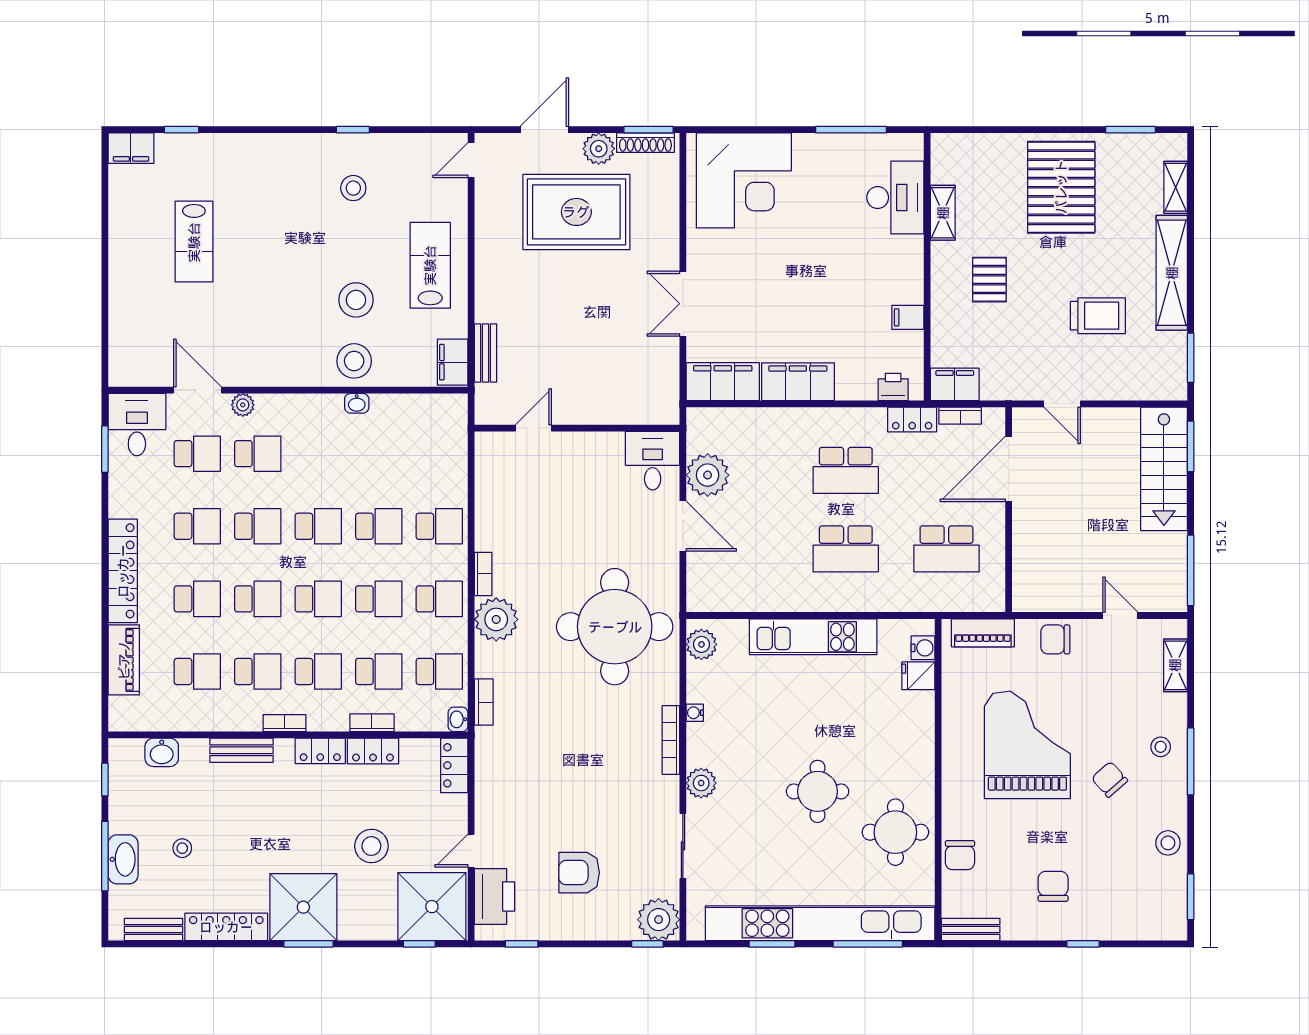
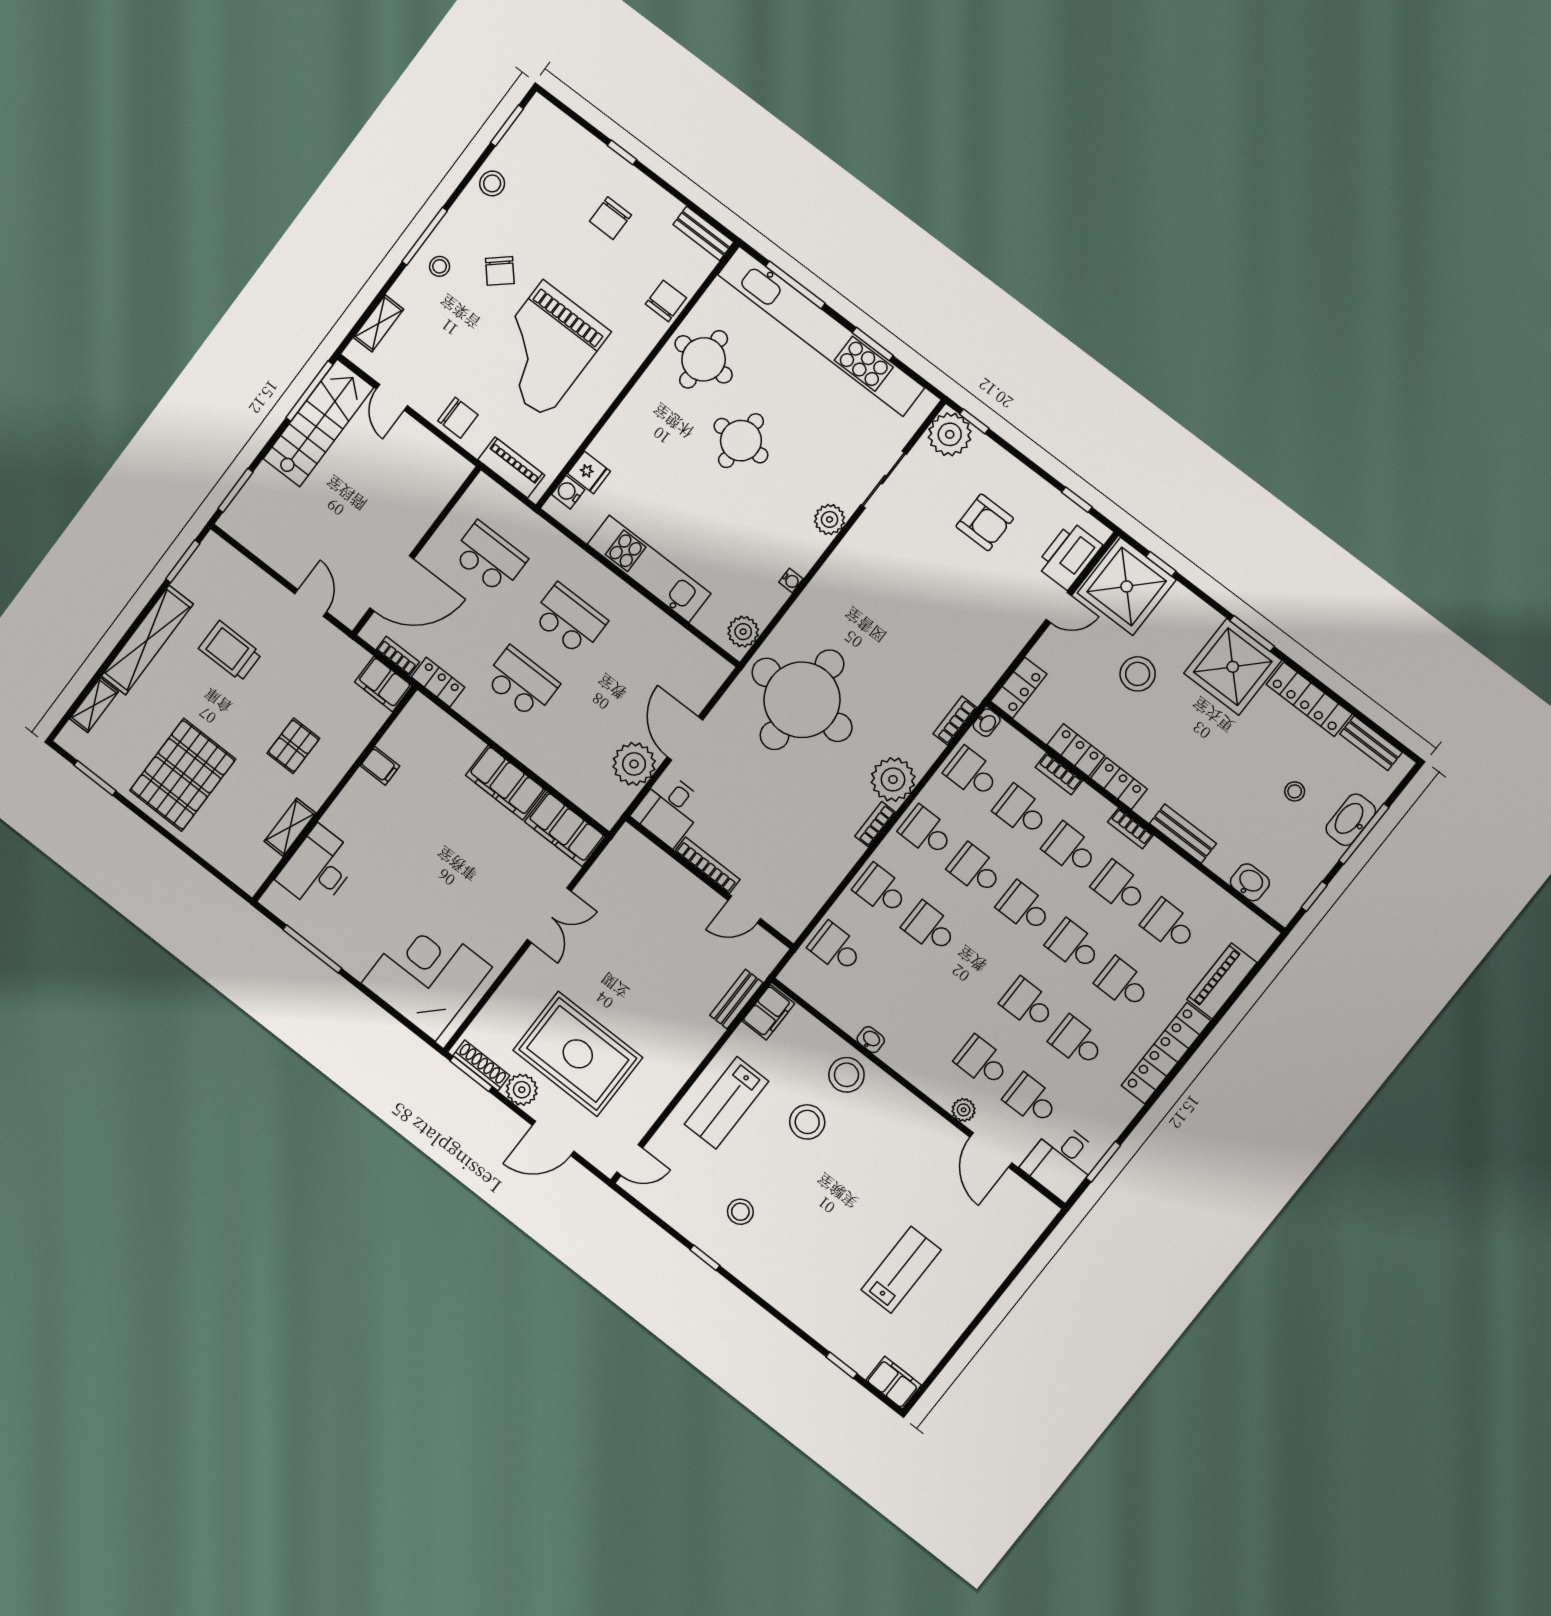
printer: (893, 387) -> (433, 720), removed
stairs: (1164, 469) -> (318, 423), moved
school desk: (318, 526) -> (836, 948), moved
bookcase: (671, 740) -> (707, 865), moved, turned -90

